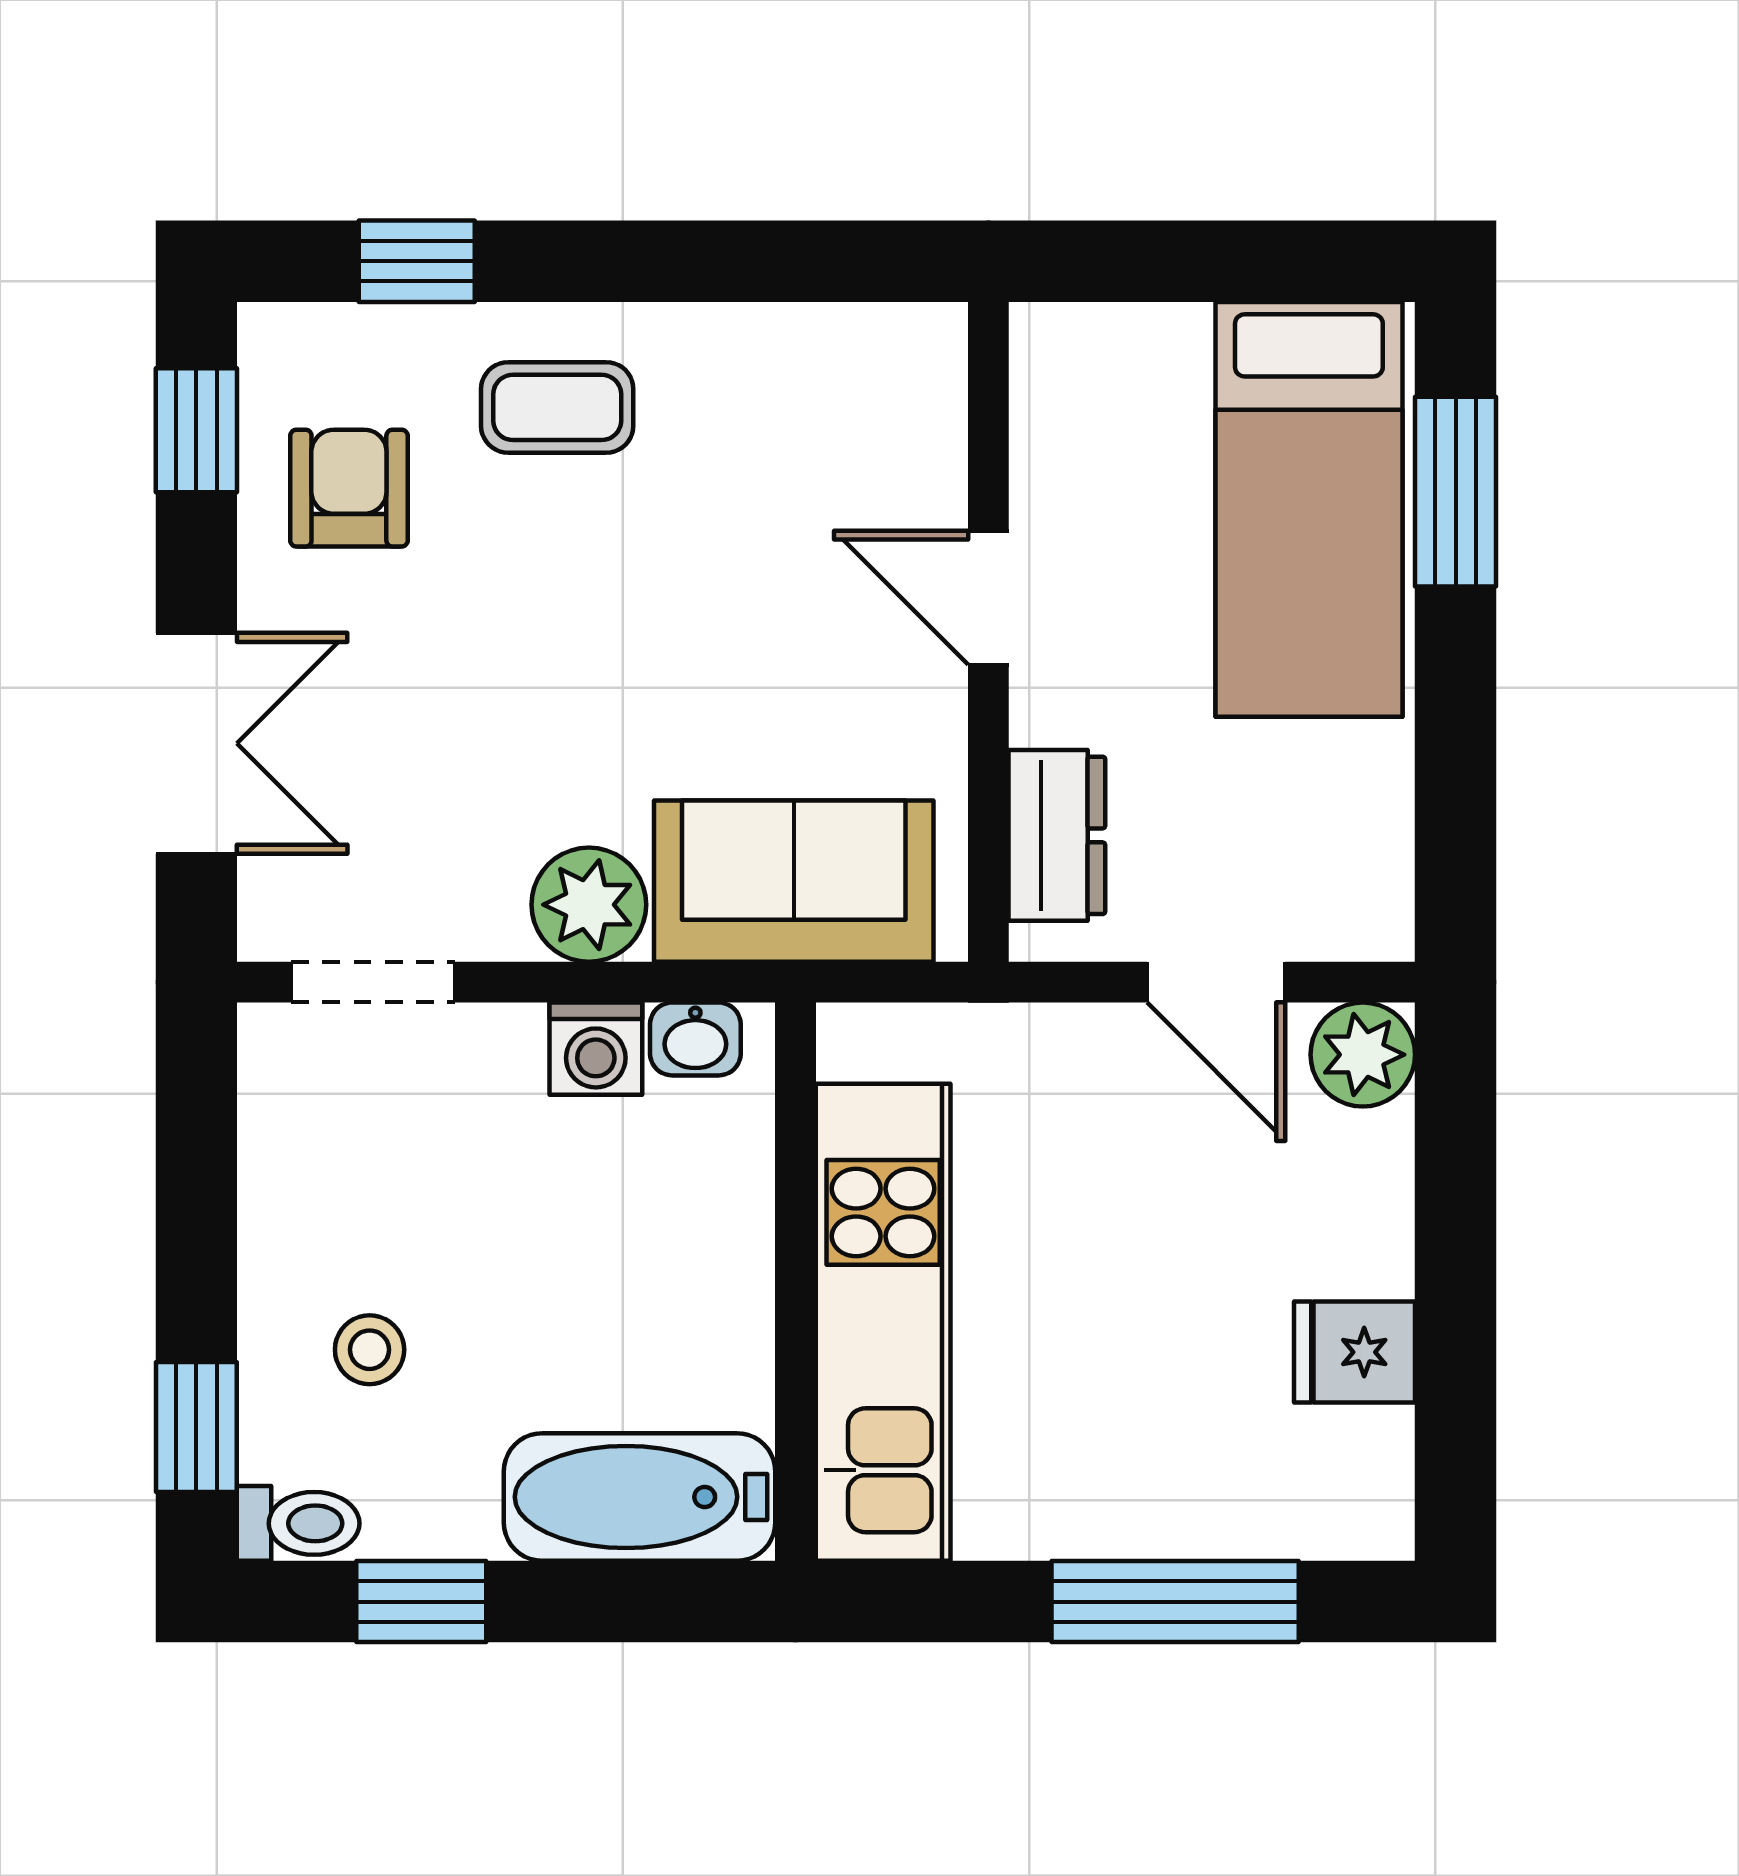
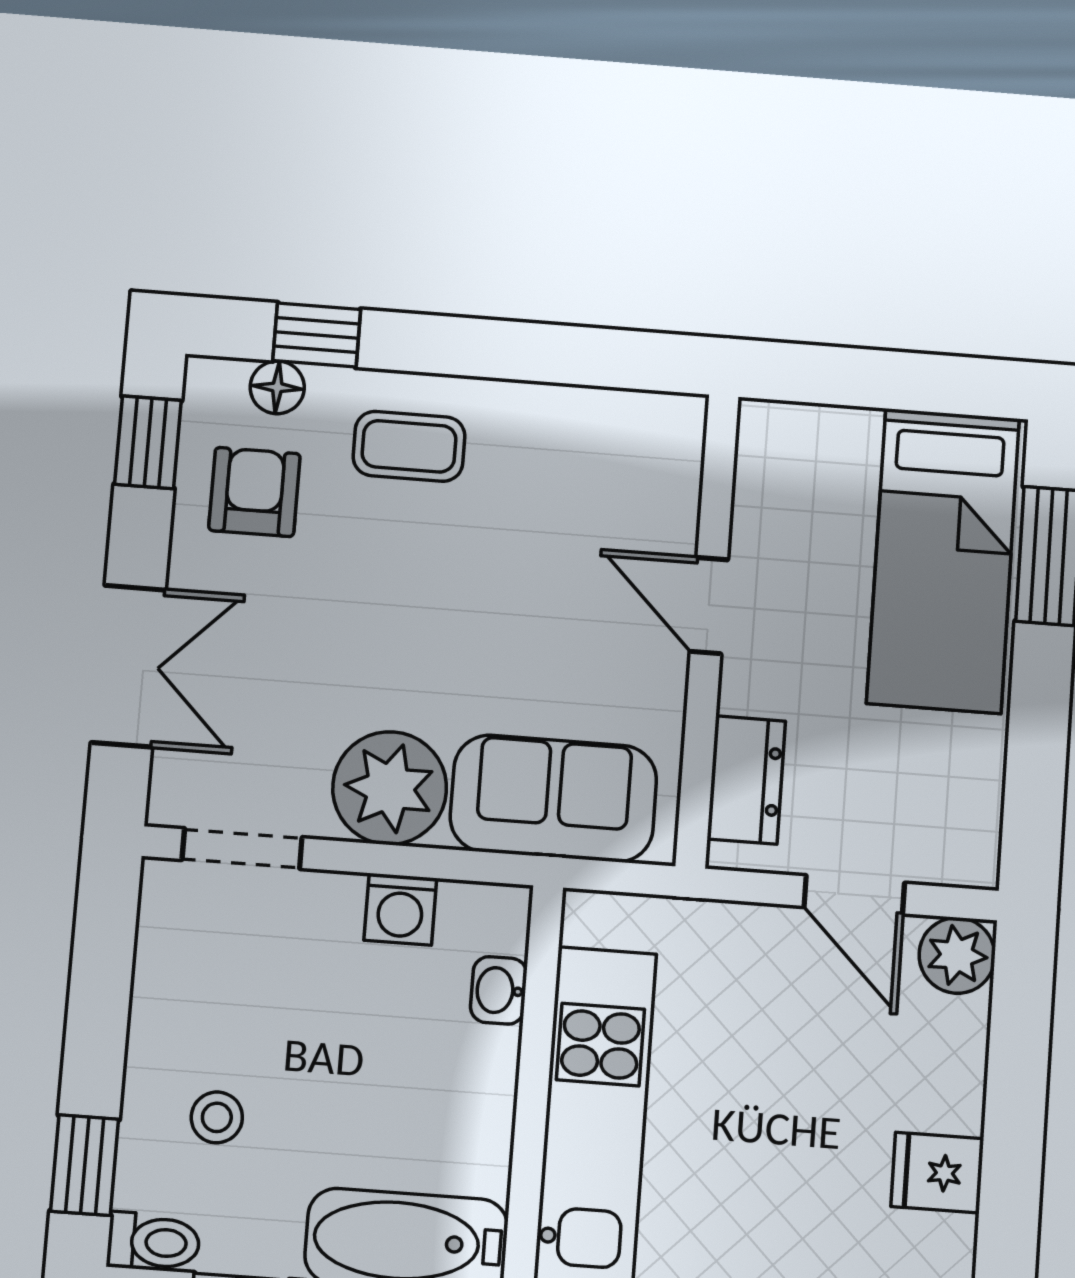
floor lamp: (368, 339) -> (277, 387), added
plant: (589, 905) -> (390, 788), width x1.36, depth x1.36
washbasin: (695, 1039) -> (499, 990), moved, turned 90

